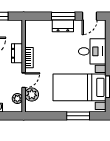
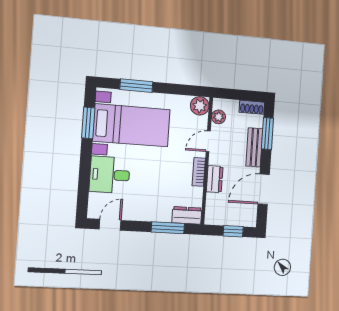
window: (63, 16) -> (168, 228), moved
dresser: (63, 26) -> (187, 215), moved
plant: (32, 95) -> (200, 106), moved

